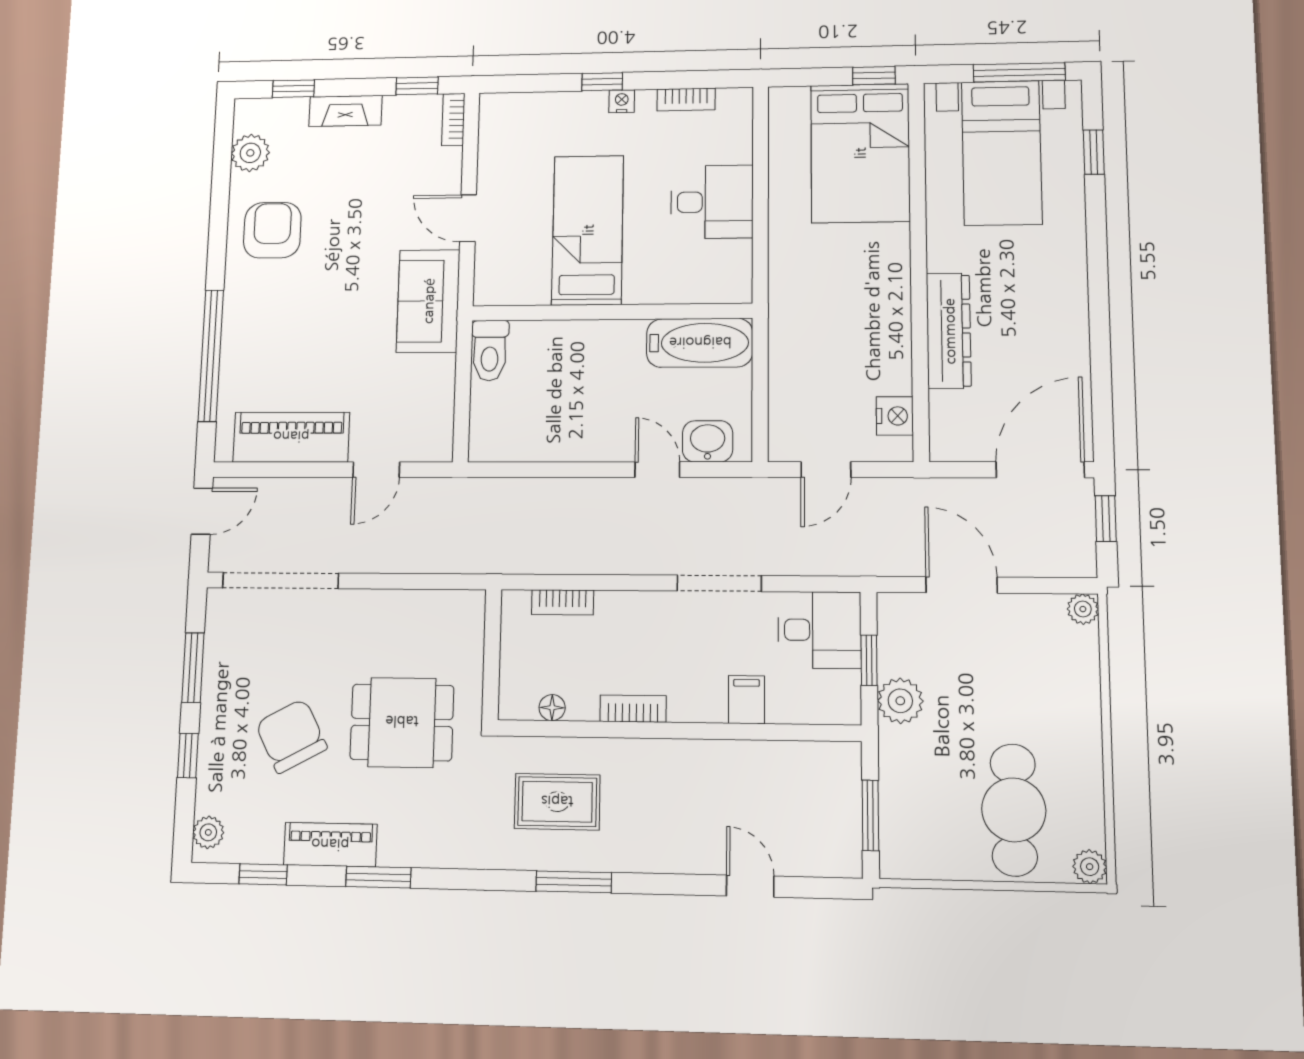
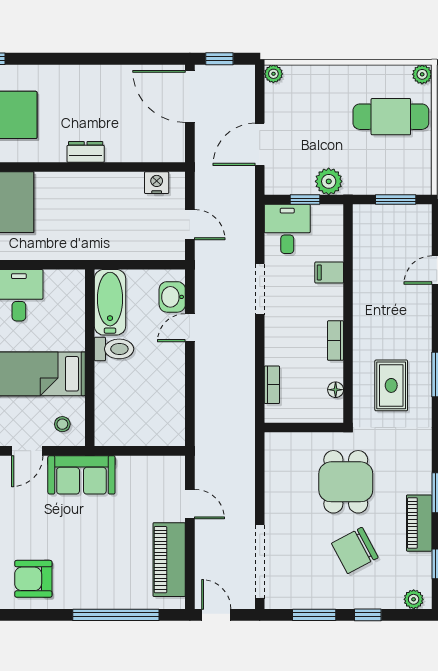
stool: (508, 271) -> (62, 424), added
dresser: (949, 331) -> (86, 152), width x0.51, depth x0.80
toilet: (490, 351) -> (114, 349), moved

